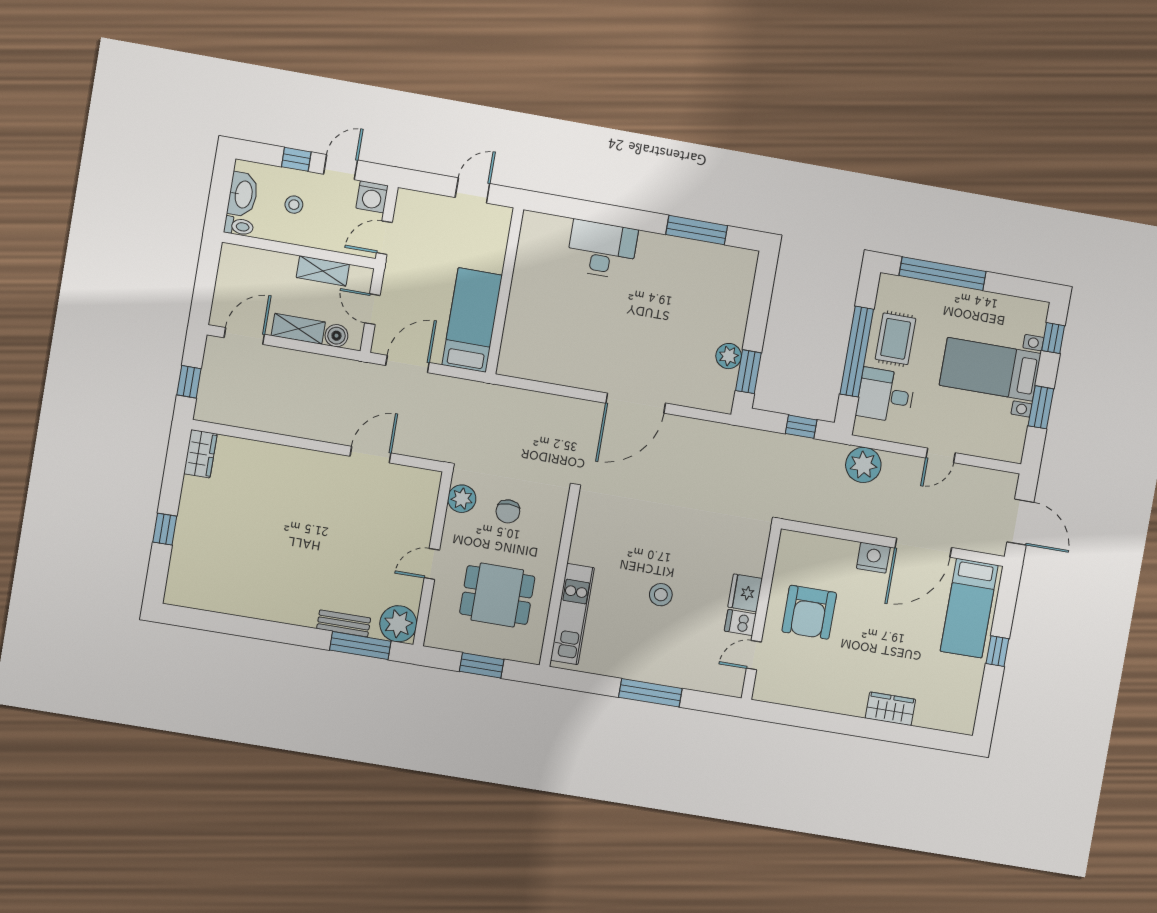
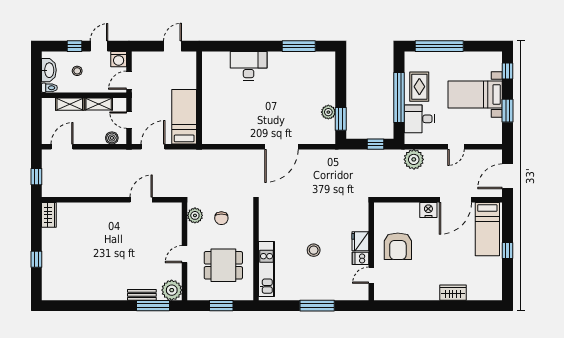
shelving: (298, 329) -> (70, 104), moved
door: (1020, 522) -> (508, 176), swing flipped

